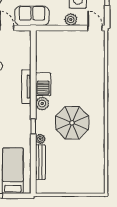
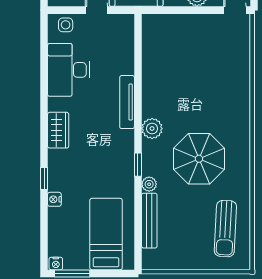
barbecue: (43, 84) -> (154, 98), removed
sun lounger: (89, 167) -> (225, 229), added

